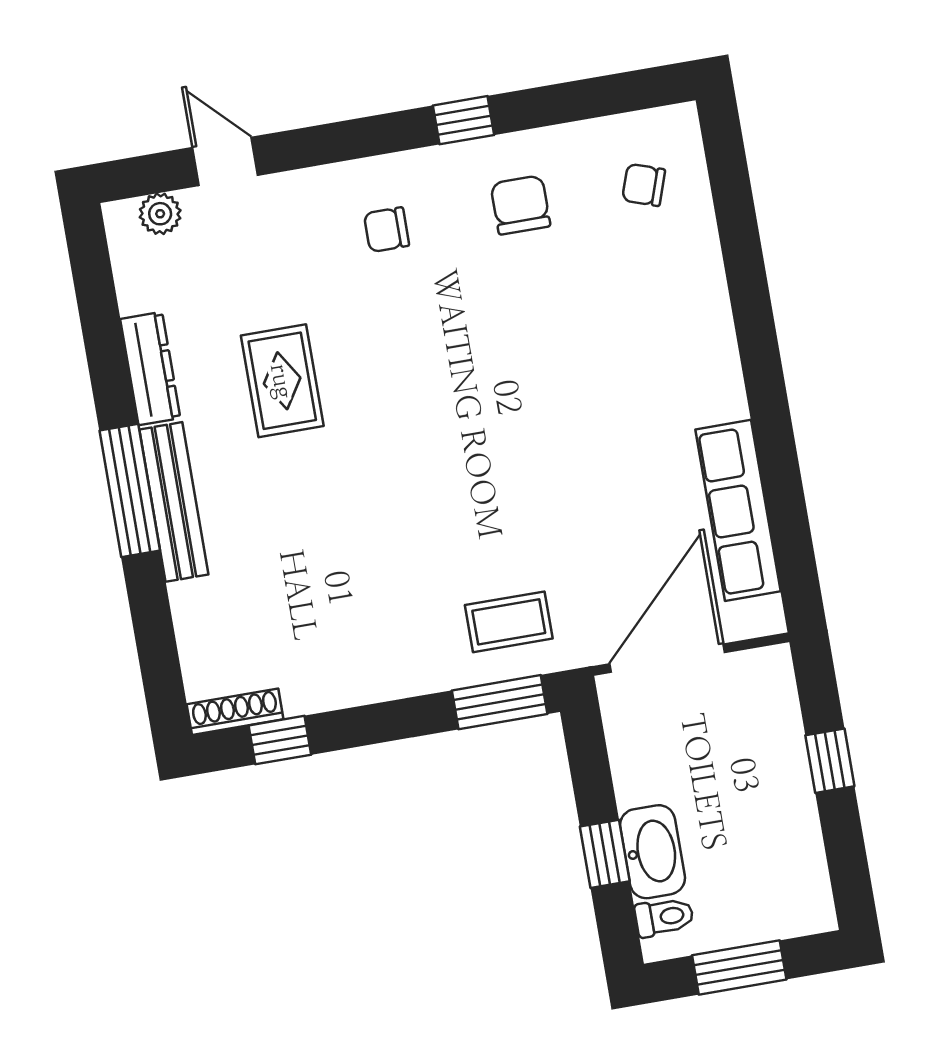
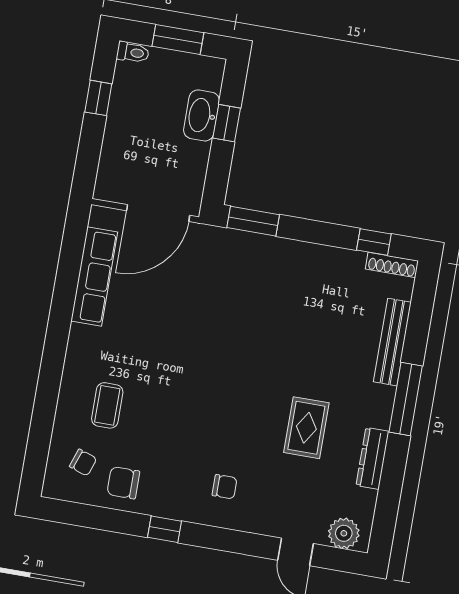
chair: (520, 205) -> (123, 483), moved, turned 90
plant: (160, 214) -> (344, 533), width x1.38, depth x1.38
bench: (174, 502) -> (392, 342), moved
coffee table: (509, 622) -> (107, 405), moved, turned 90
window: (830, 761) -> (98, 98), moved
toilet: (664, 917) -> (133, 52), moved, turned 180

